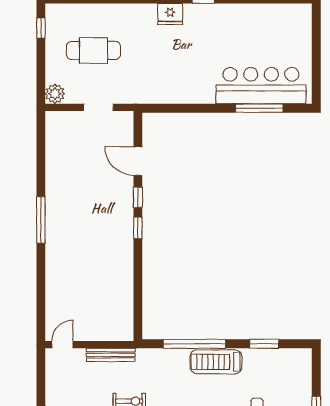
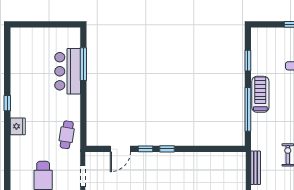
cafe table: (158, 84) -> (67, 135), added
bar counter: (261, 86) -> (68, 71), width x0.73
treadmill: (216, 362) -> (260, 94), turned 180

